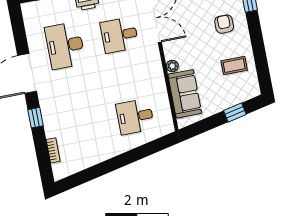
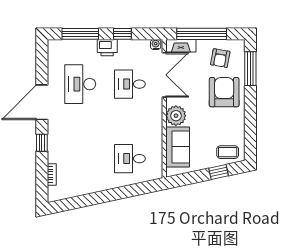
armchair: (224, 24) -> (224, 92), width x1.88, depth x1.88
plant: (172, 66) -> (176, 116), width x1.88, depth x1.88
coffee table: (234, 66) -> (228, 152), moved

